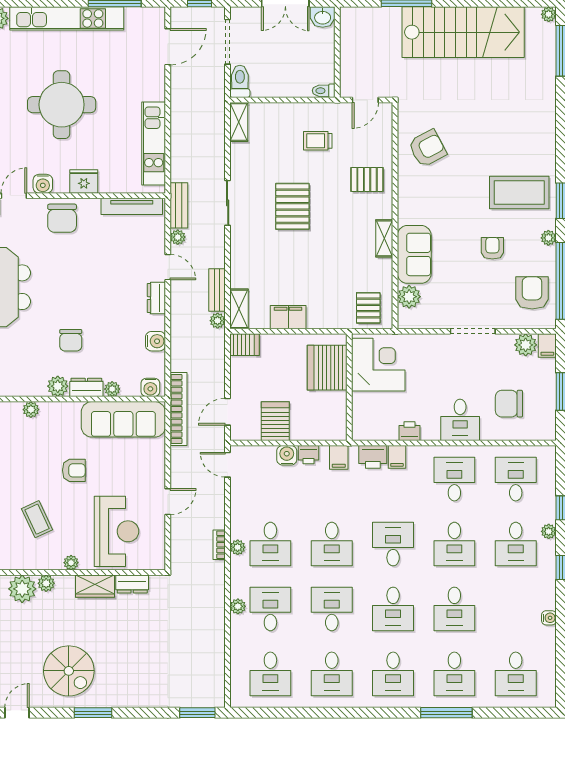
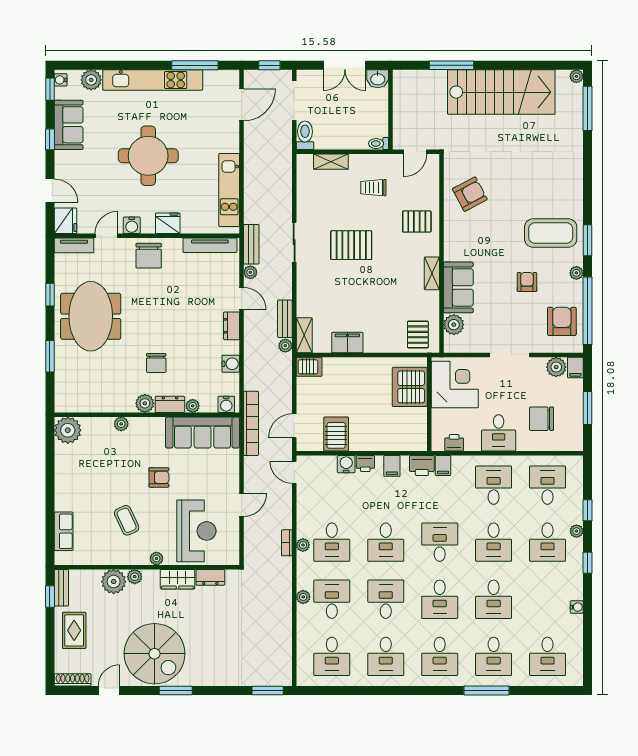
shelving: (239, 122) -> (331, 162), moved, turned 90
pallet: (292, 206) -> (351, 245), turned 90
corner desk: (378, 365) -> (455, 384), moved
server rack: (327, 368) -> (410, 387), moved
wall: (349, 387) -> (429, 404), moved
spiral stairs: (69, 671) -> (155, 654), width x1.37, depth x1.37

